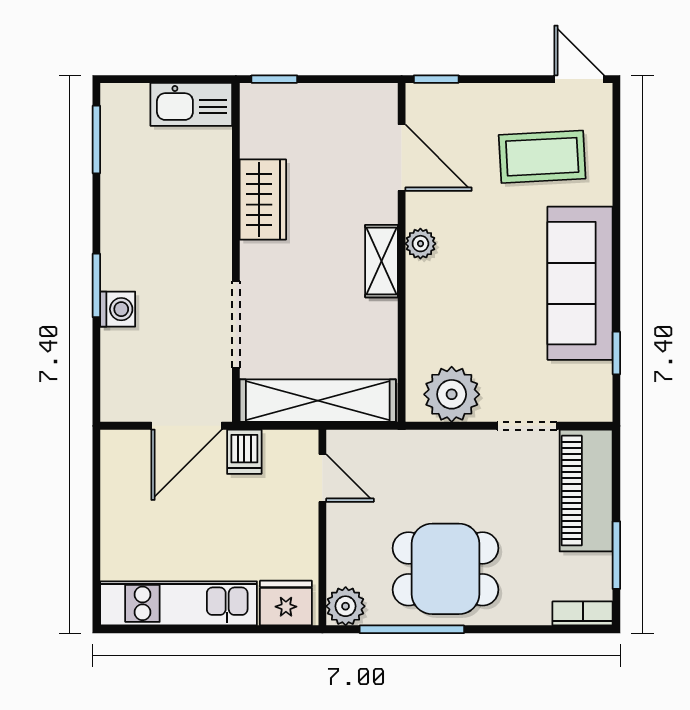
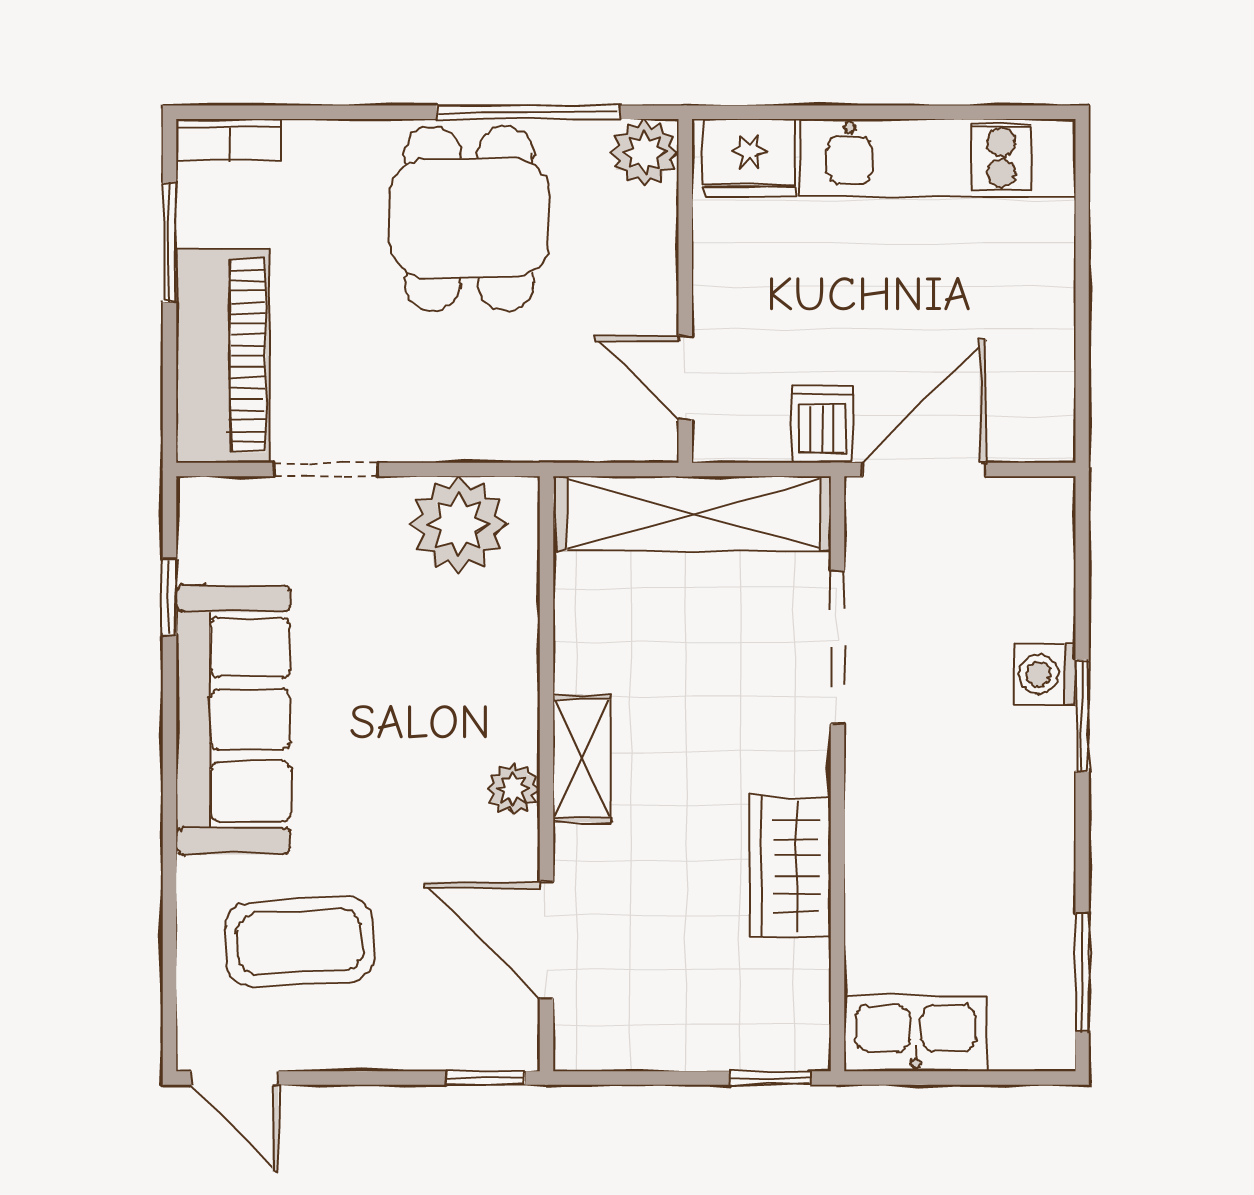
dining table: (446, 569) -> (469, 218), turned 90

